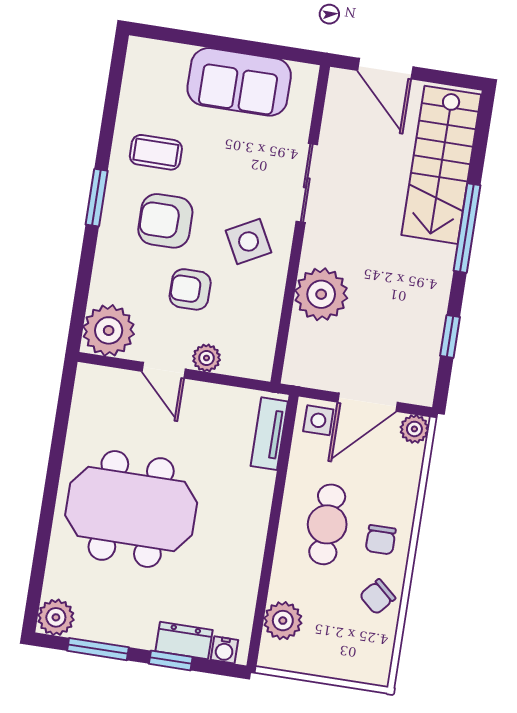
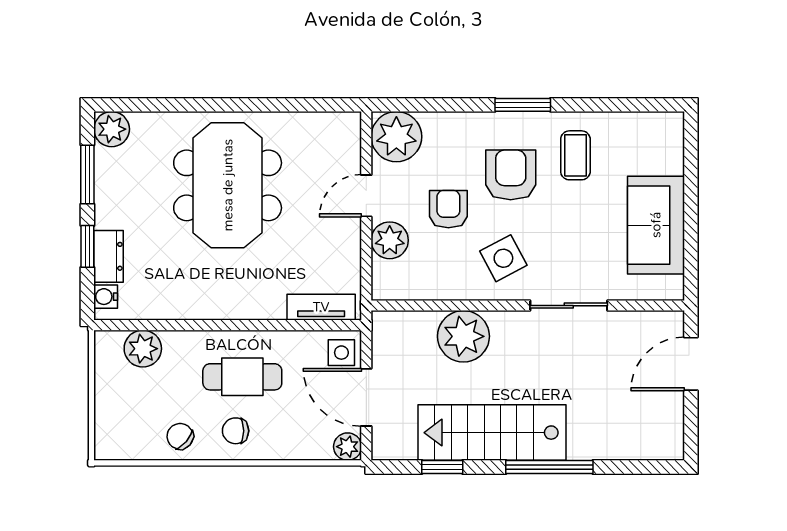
stairs: (441, 165) -> (492, 433), moved
plant: (206, 358) -> (390, 240), width x1.38, depth x1.38

